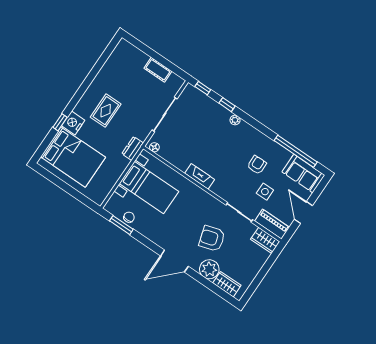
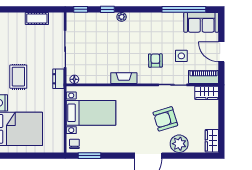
dresser: (133, 148) -> (58, 79), moved
armchair: (257, 165) -> (155, 61), moved
chair: (129, 217) -> (74, 144), moved
wardrobe: (227, 284) -> (212, 141), moved, turned -90

